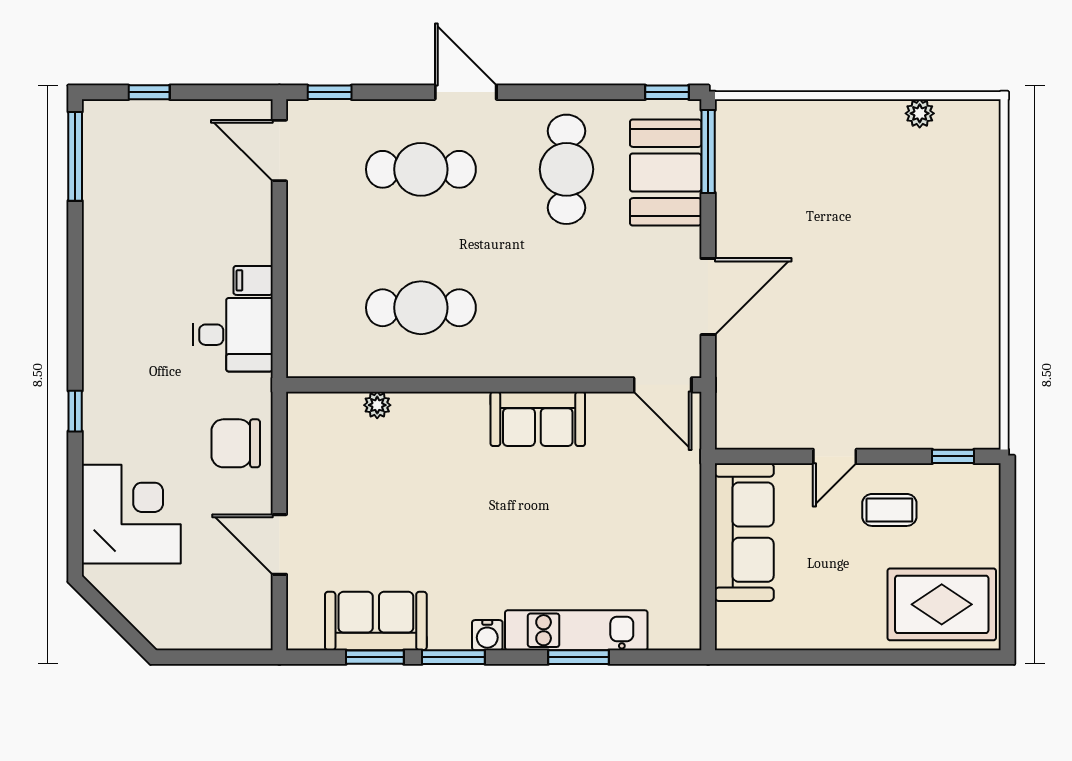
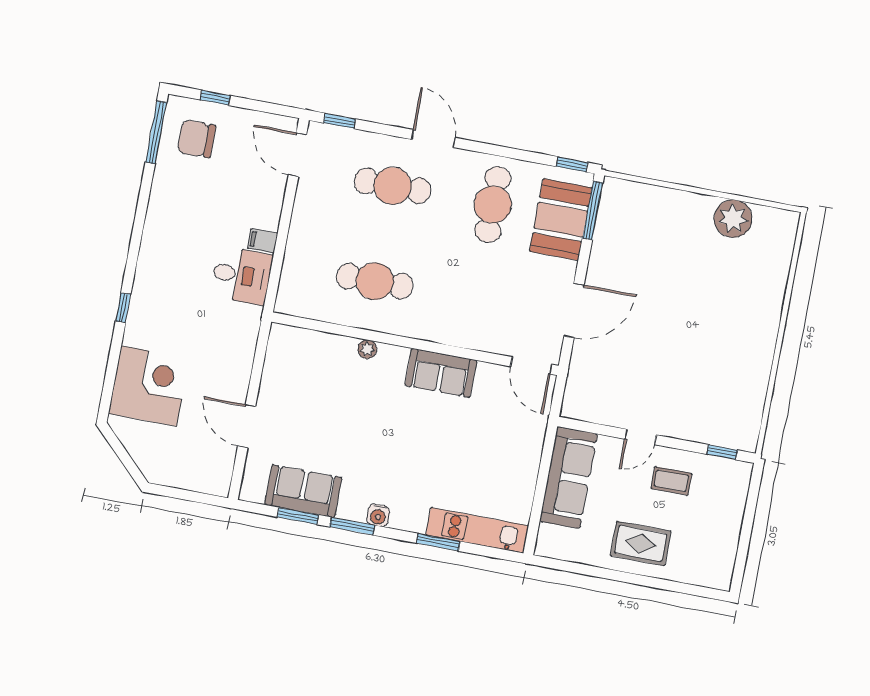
plant: (920, 113) -> (733, 219), width x1.87, depth x1.87
plant: (377, 405) -> (367, 349), moved
chair: (236, 443) -> (196, 139), moved
rug: (942, 604) -> (641, 543), moved, width x0.73, depth x0.70
kitchen unit: (576, 630) -> (477, 530), moved

